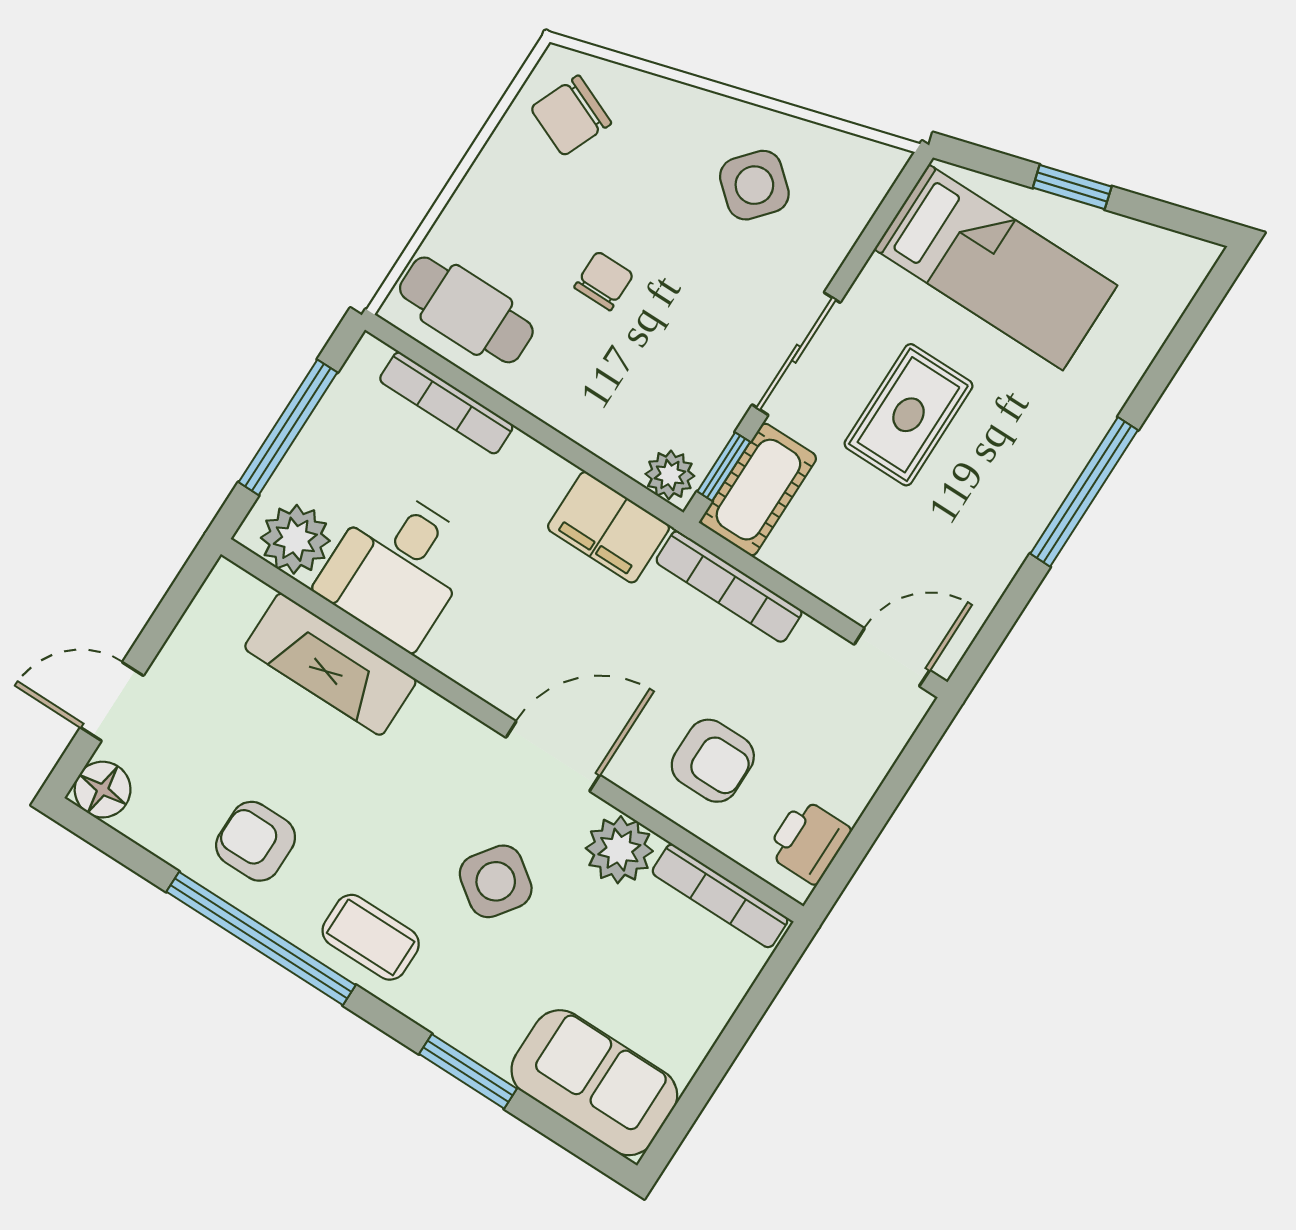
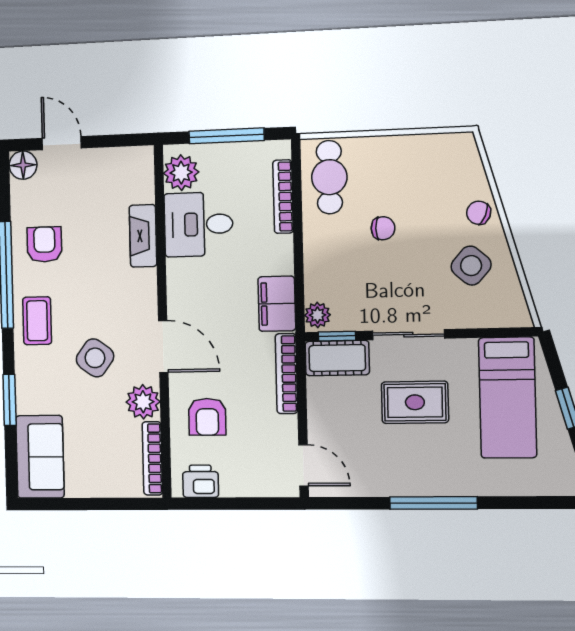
chair: (571, 116) -> (479, 213), moved, width x0.73, depth x0.73
fireplace: (330, 664) -> (143, 236), width x0.73, depth x0.76

